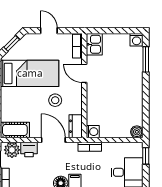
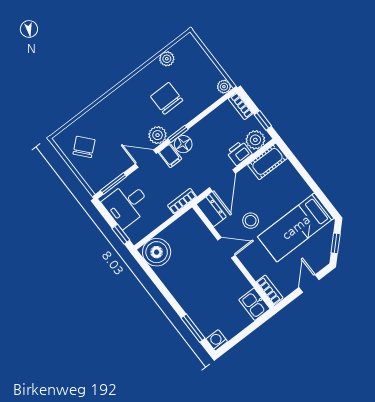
door: (49, 31) -> (309, 284), swing flipped
door: (84, 73) -> (226, 248), moved
washing machine: (93, 132) -> (191, 218), removed
boiler: (137, 132) -> (157, 252), width x1.86, depth x1.86
door: (53, 140) -> (222, 181), hinge flipped

